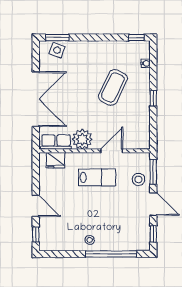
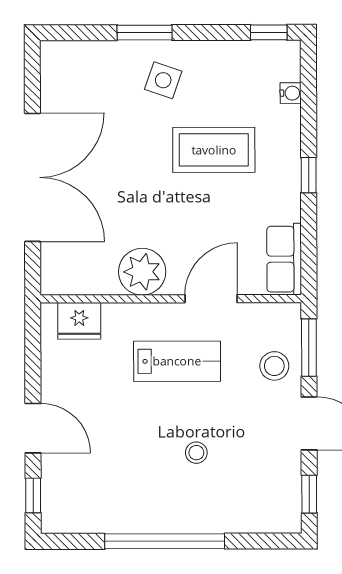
window: (57, 37) -> (145, 33), moved
side table: (57, 50) -> (163, 80), moved
coffee table: (113, 87) -> (214, 150), turned 64
row of seats: (56, 142) -> (284, 259), moved, turned -90
stool: (90, 240) -> (196, 453), moved
window: (111, 254) -> (165, 541), moved

